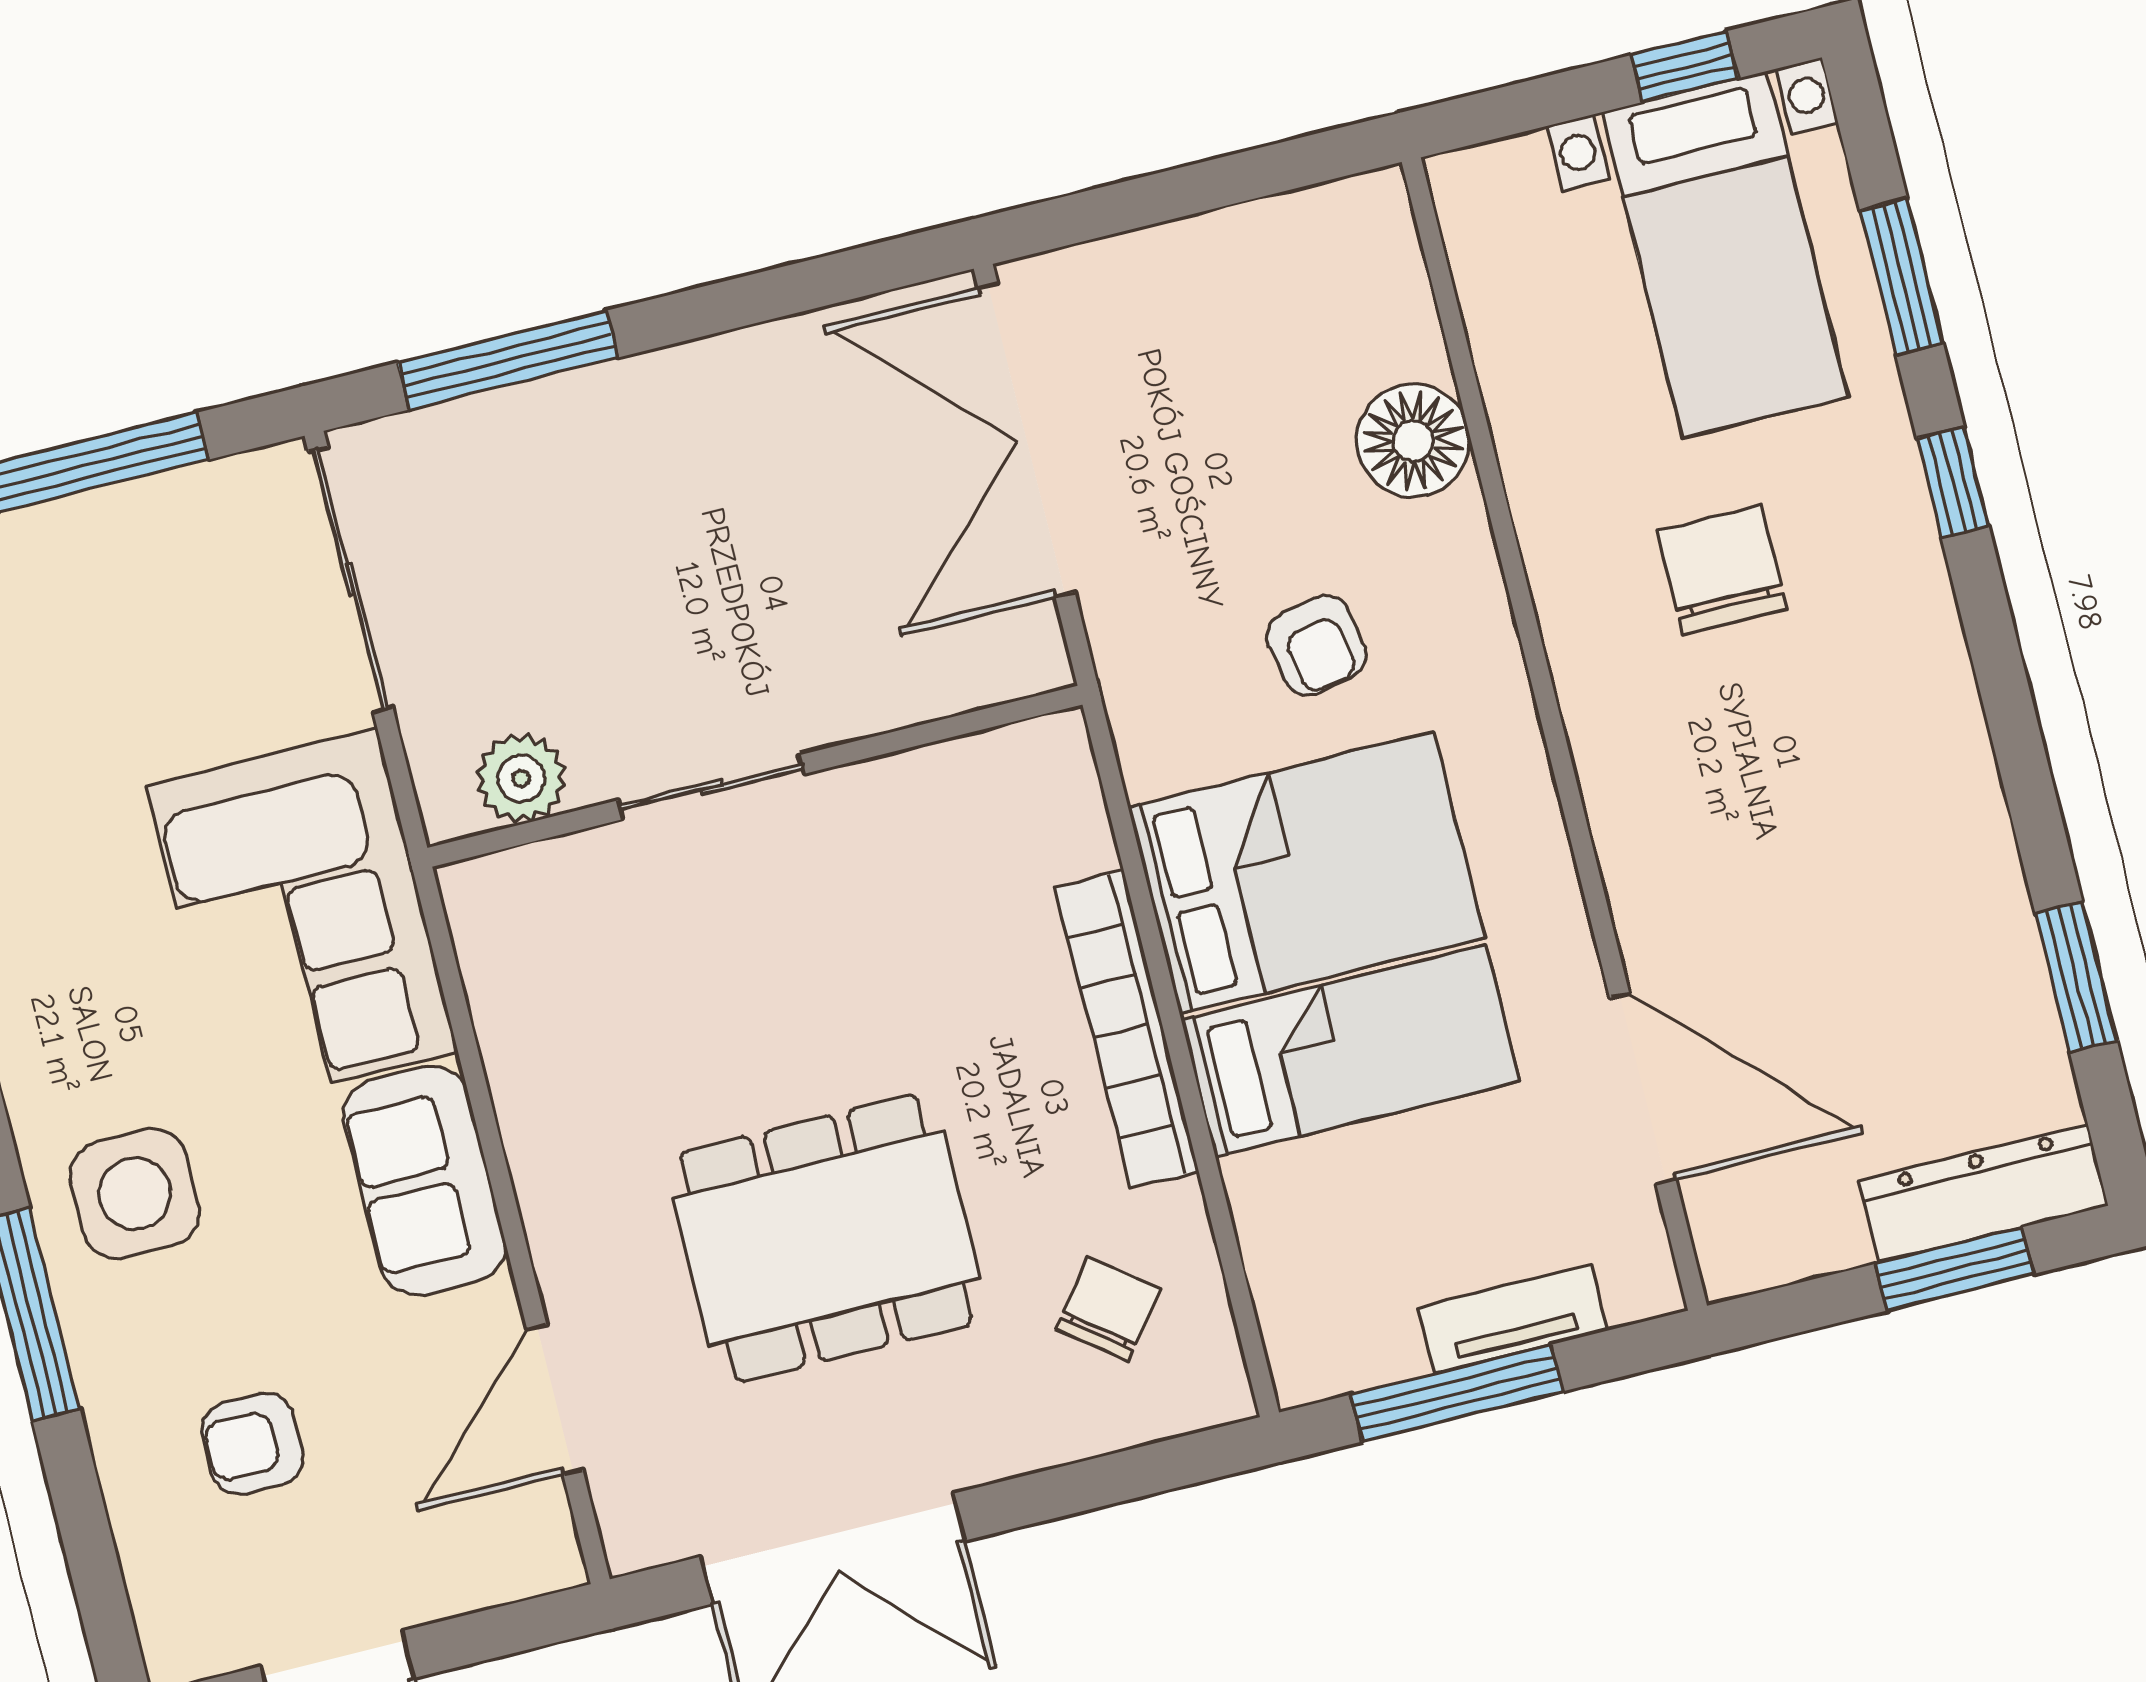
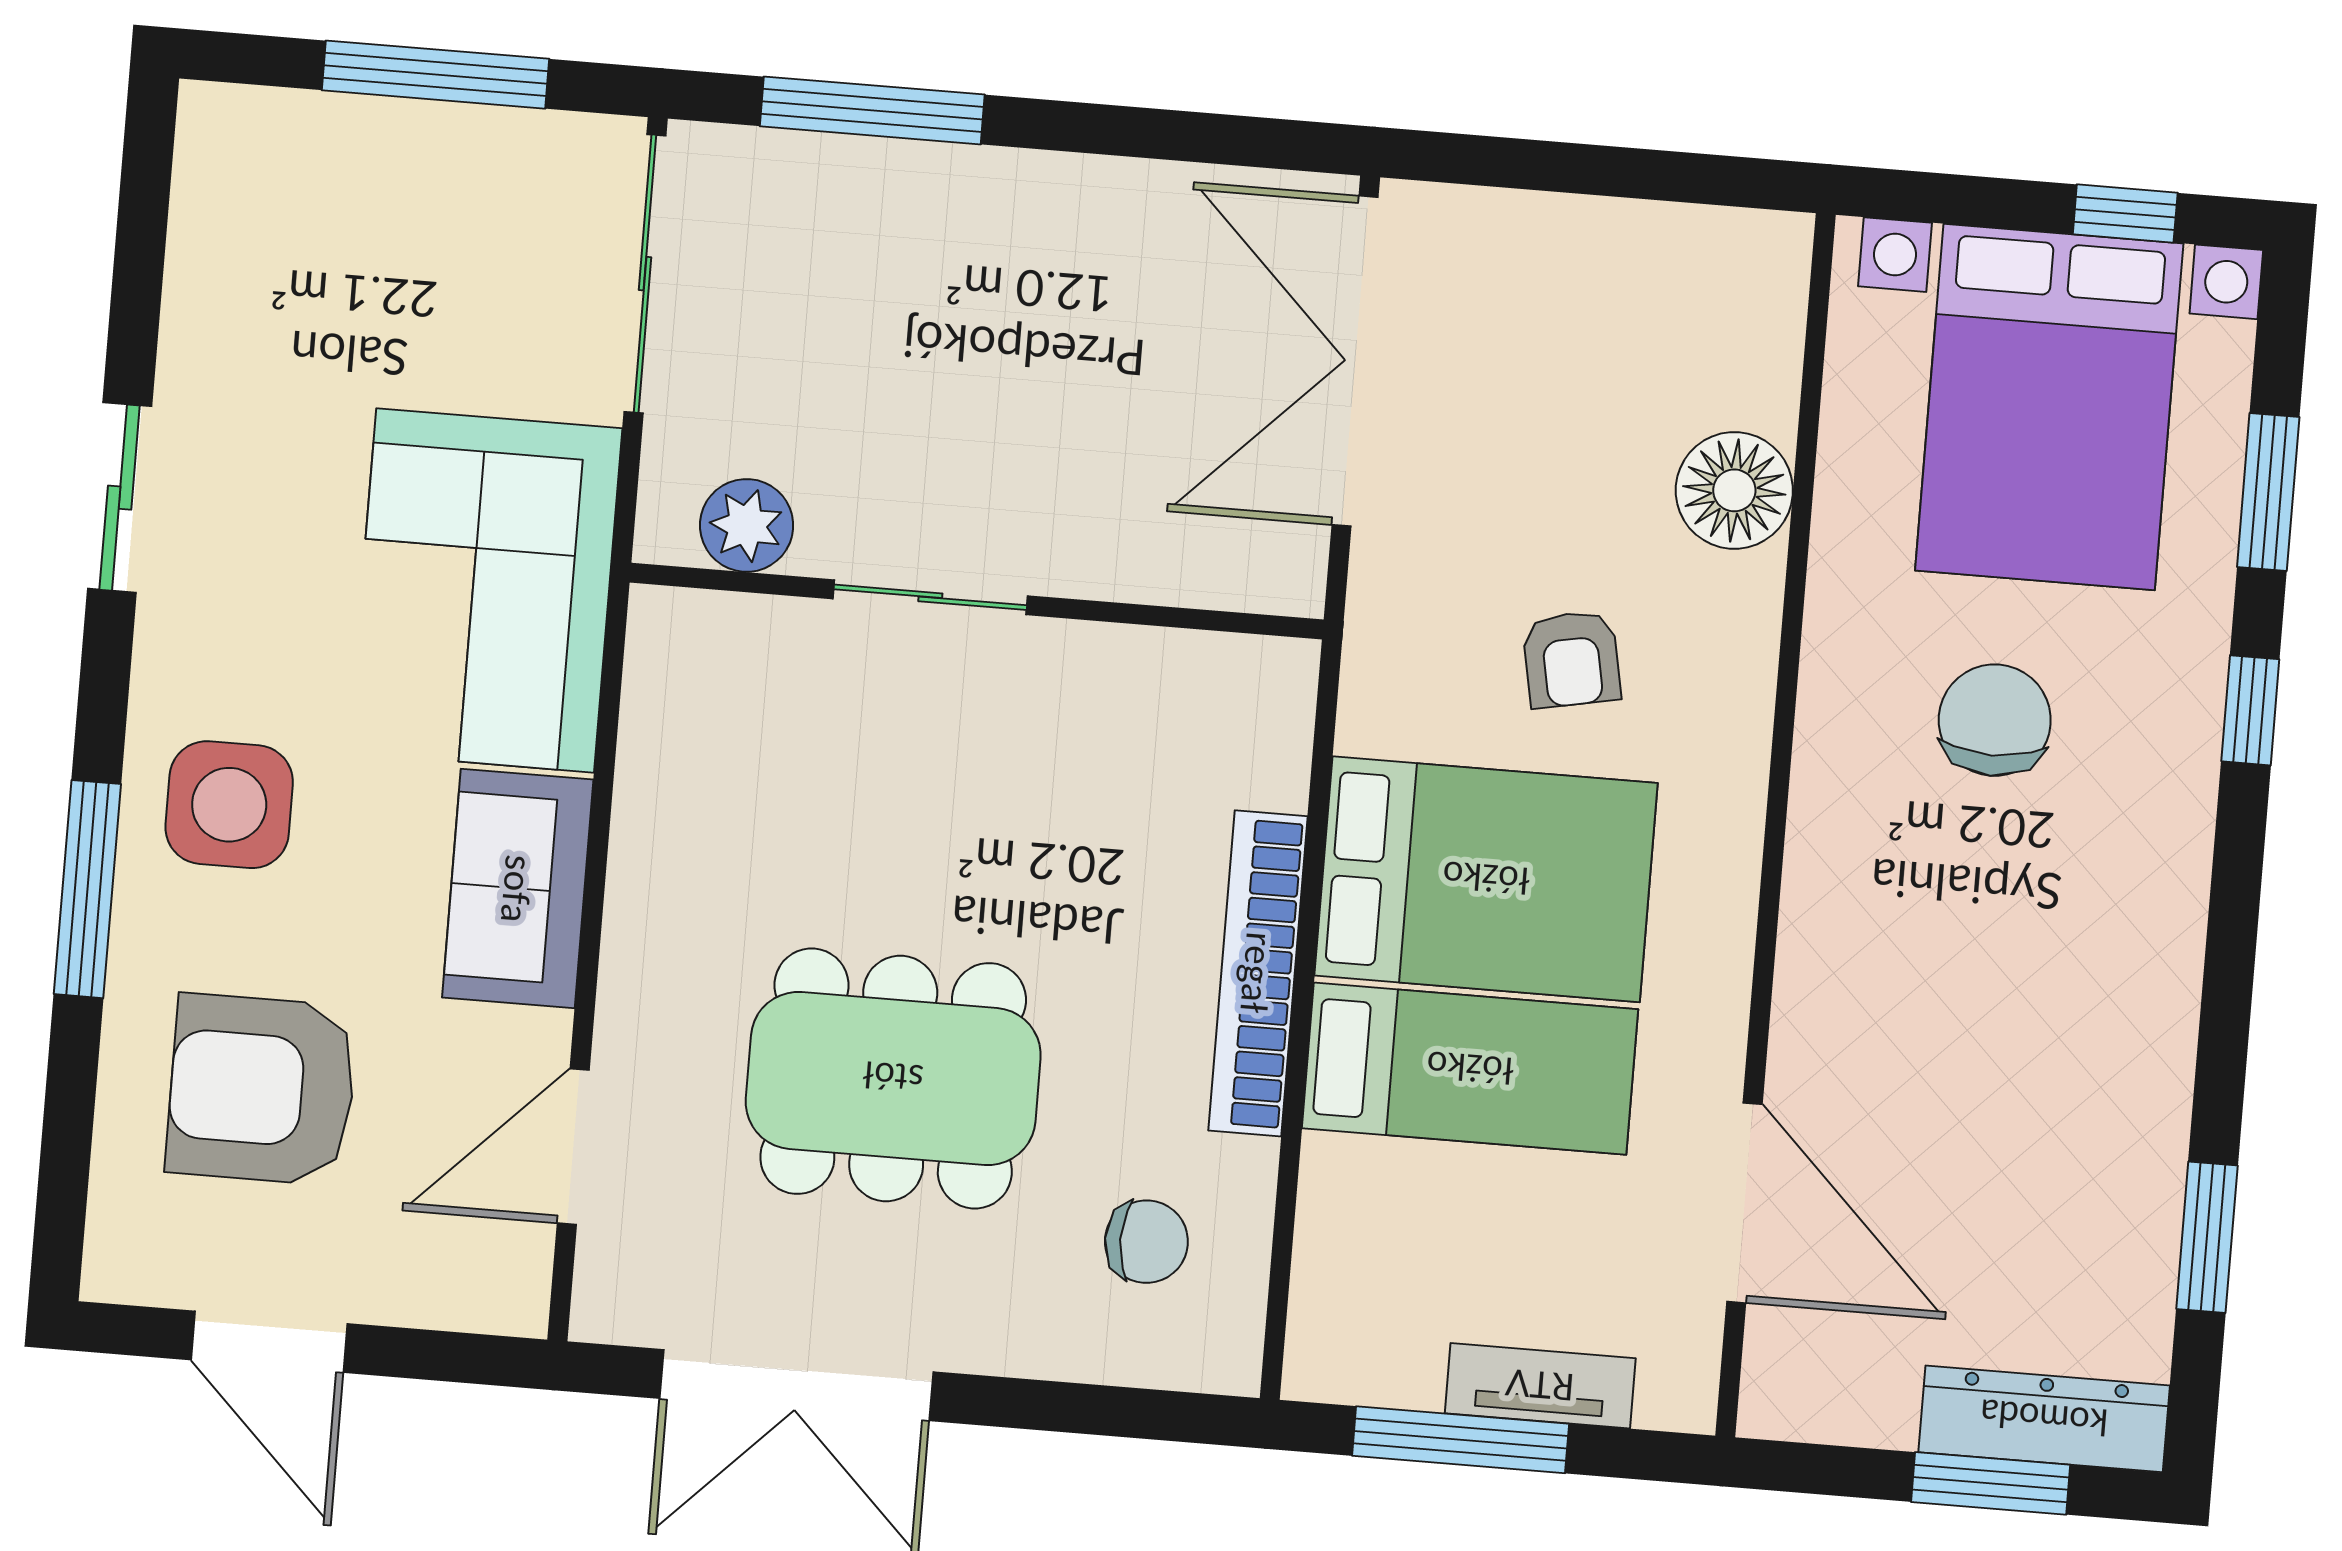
bed with nightstands: (1725, 255) -> (2049, 407), width x1.36
chair: (1108, 1309) -> (1146, 1242), turned 52
armchair: (253, 1444) -> (262, 1089), width x1.88, depth x1.88

